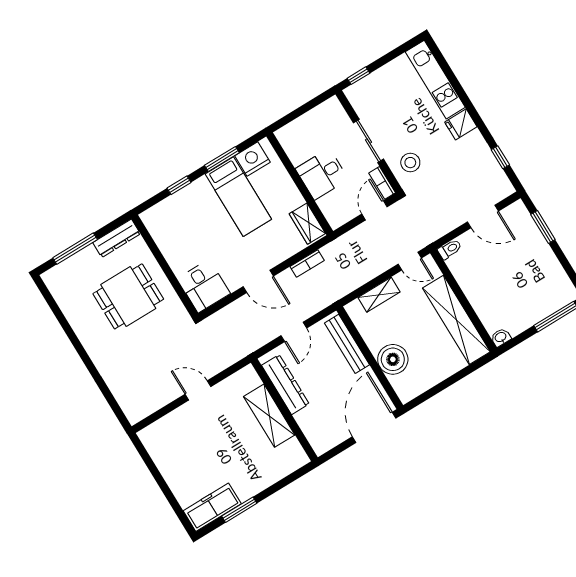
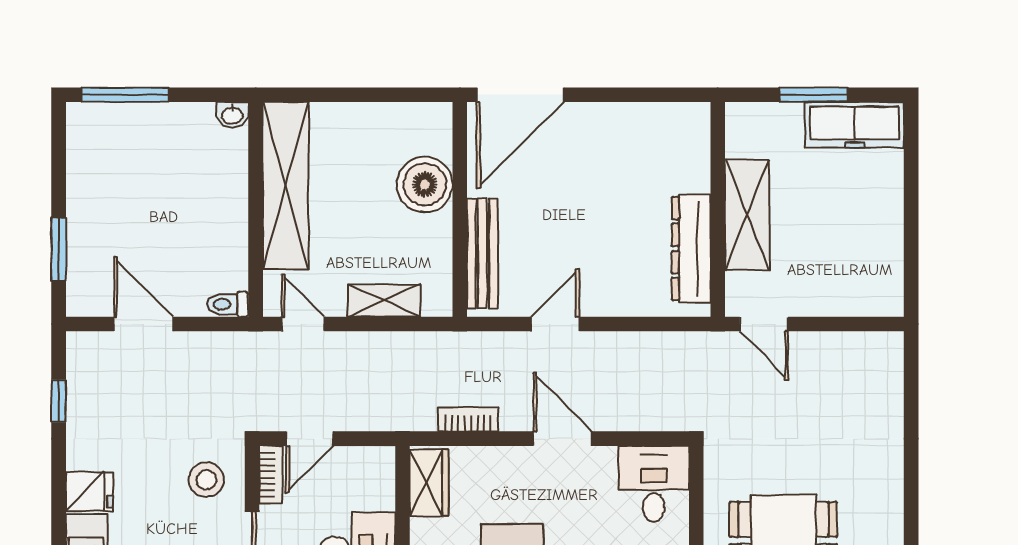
dresser: (285, 385) -> (691, 249), moved
wall: (284, 410) -> (718, 209), moved
shelving: (269, 416) -> (747, 215), moved

